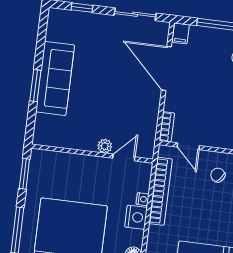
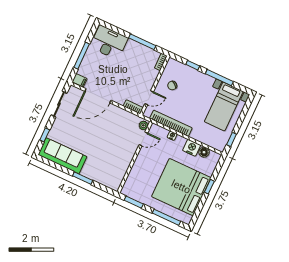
sofa: (55, 78) -> (62, 156), moved
plant: (105, 146) -> (143, 125), moved
door: (124, 158) -> (143, 139), swing flipped
nightstand: (136, 217) -> (192, 148), moved

